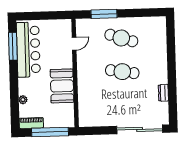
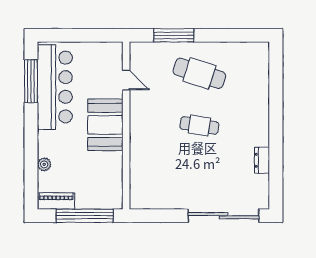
door: (74, 44) -> (126, 80), hinge flipped
cafe table: (122, 72) -> (199, 125), width x0.73, depth x0.74
booth: (62, 86) -> (105, 125), moved

